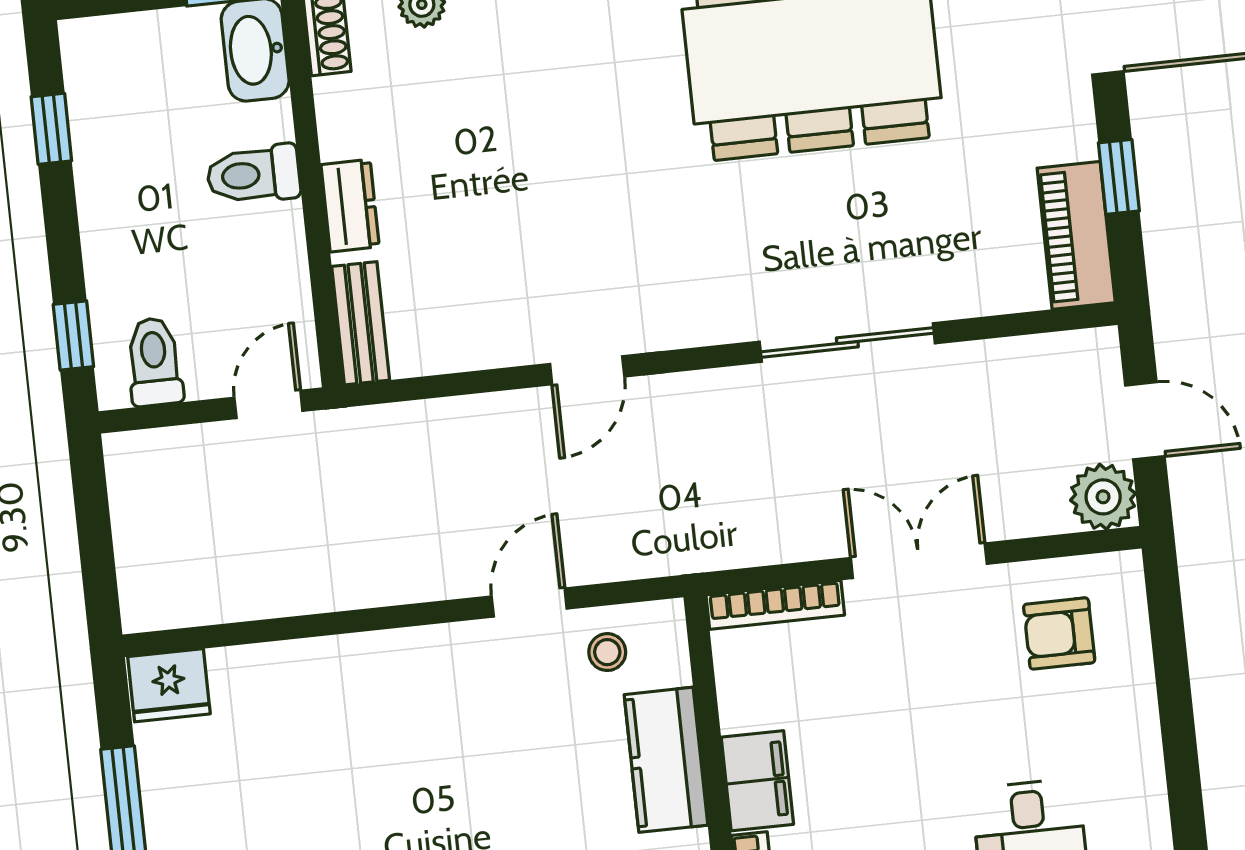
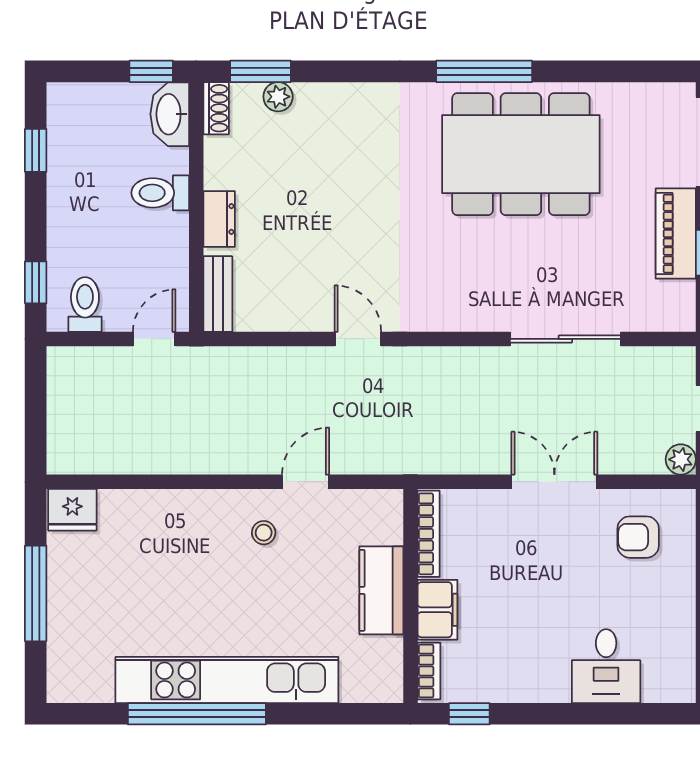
piano: (1076, 235) -> (676, 234), moved
sliding door: (847, 342) -> (565, 339), moved
door: (587, 370) -> (358, 339), swing flipped
plant: (1103, 497) -> (681, 459), width x0.73, depth x0.73
bookcase: (775, 605) -> (429, 534), moved, turned -90
stool: (607, 652) -> (264, 533), moved

